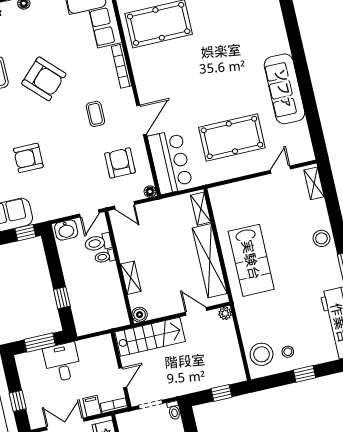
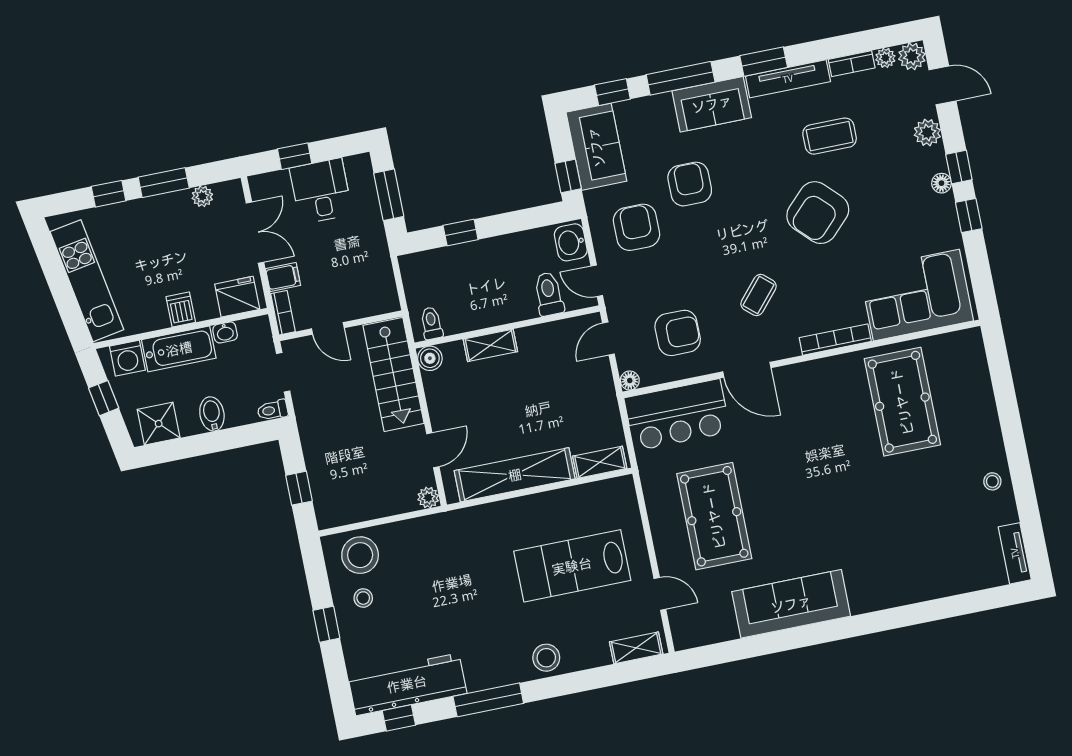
coffee table: (95, 114) -> (759, 295), turned -49
armchair: (56, 190) -> (636, 227), added
toilet: (105, 257) -> (431, 323), moved
lab bench: (251, 260) -> (572, 566), moved
desk: (62, 362) -> (321, 191), moved, turned -90

